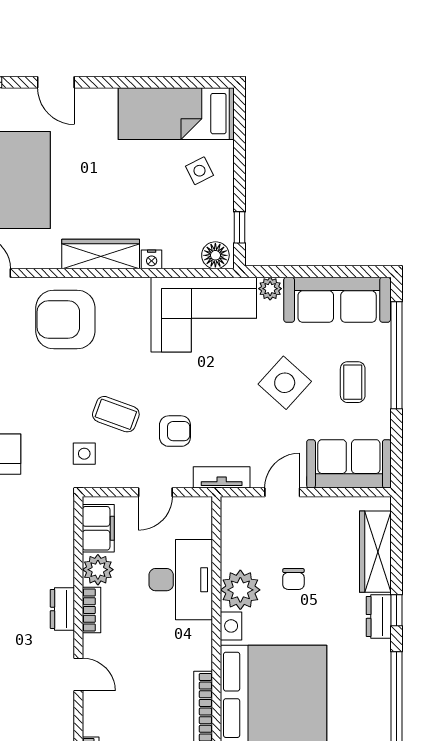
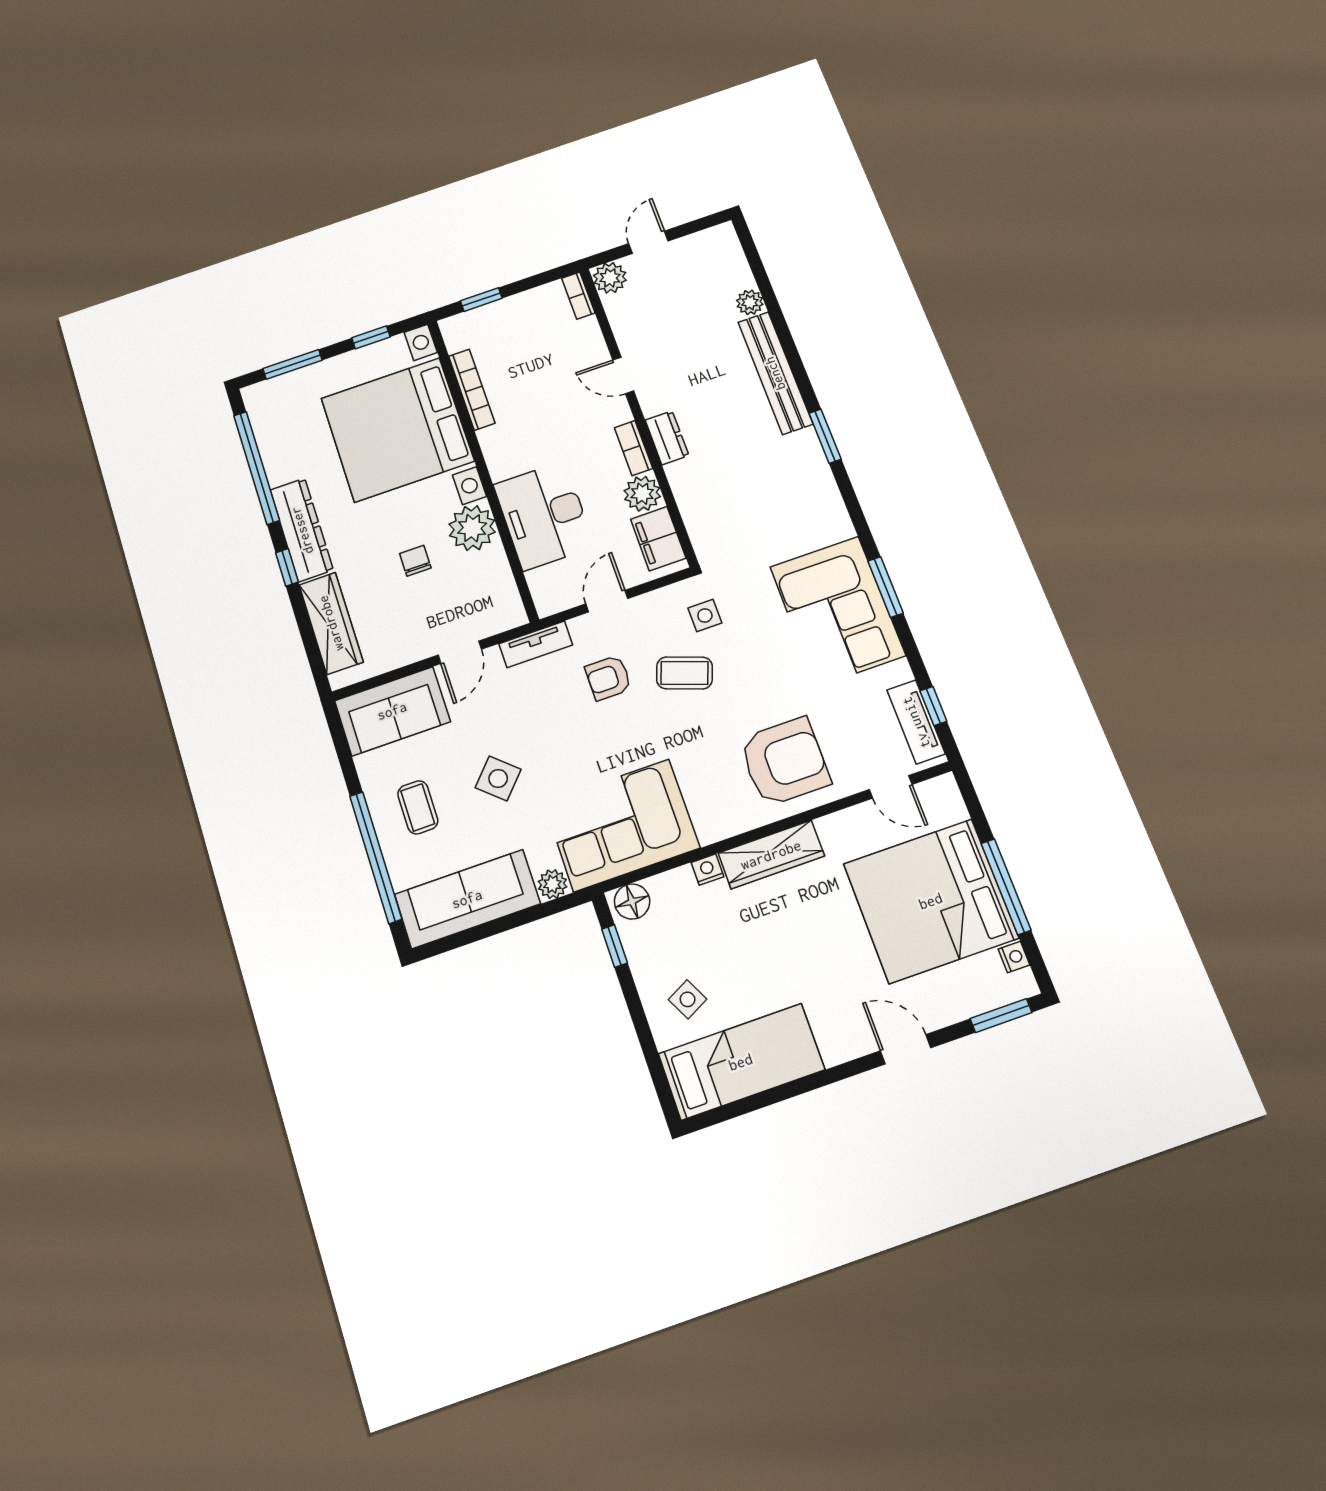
side table: (285, 383) -> (498, 778), width x0.73, depth x0.73
dresser: (379, 616) -> (302, 530), width x1.96, depth x1.24

